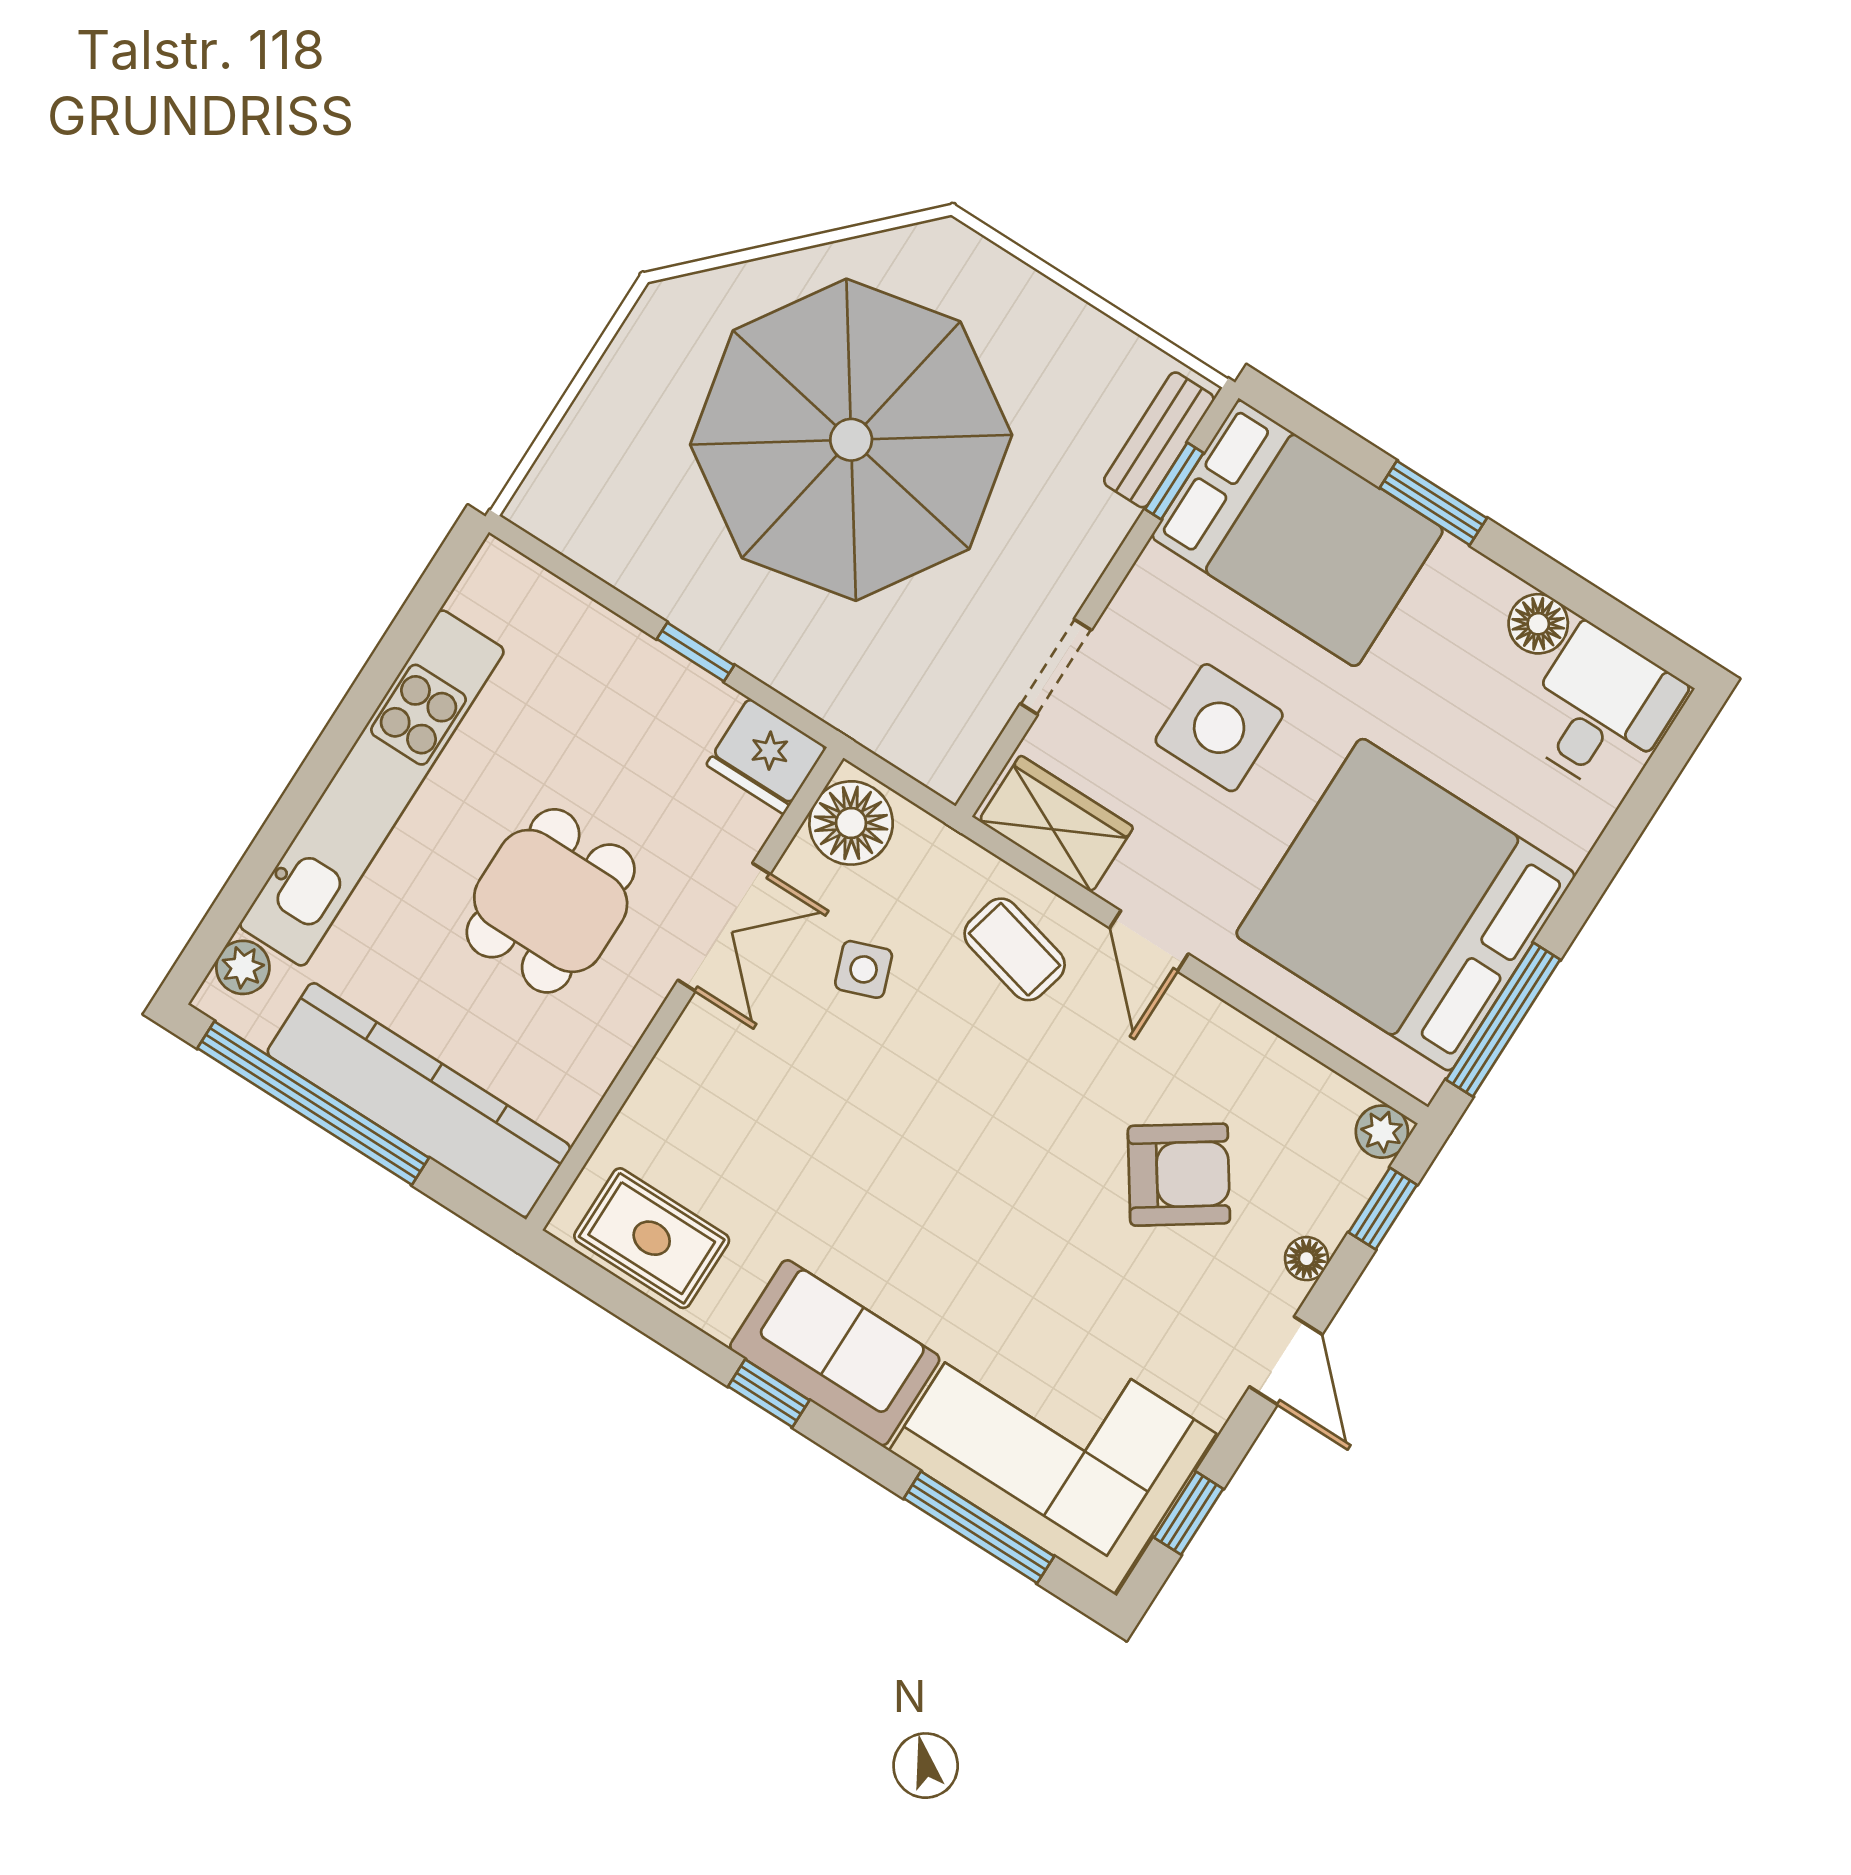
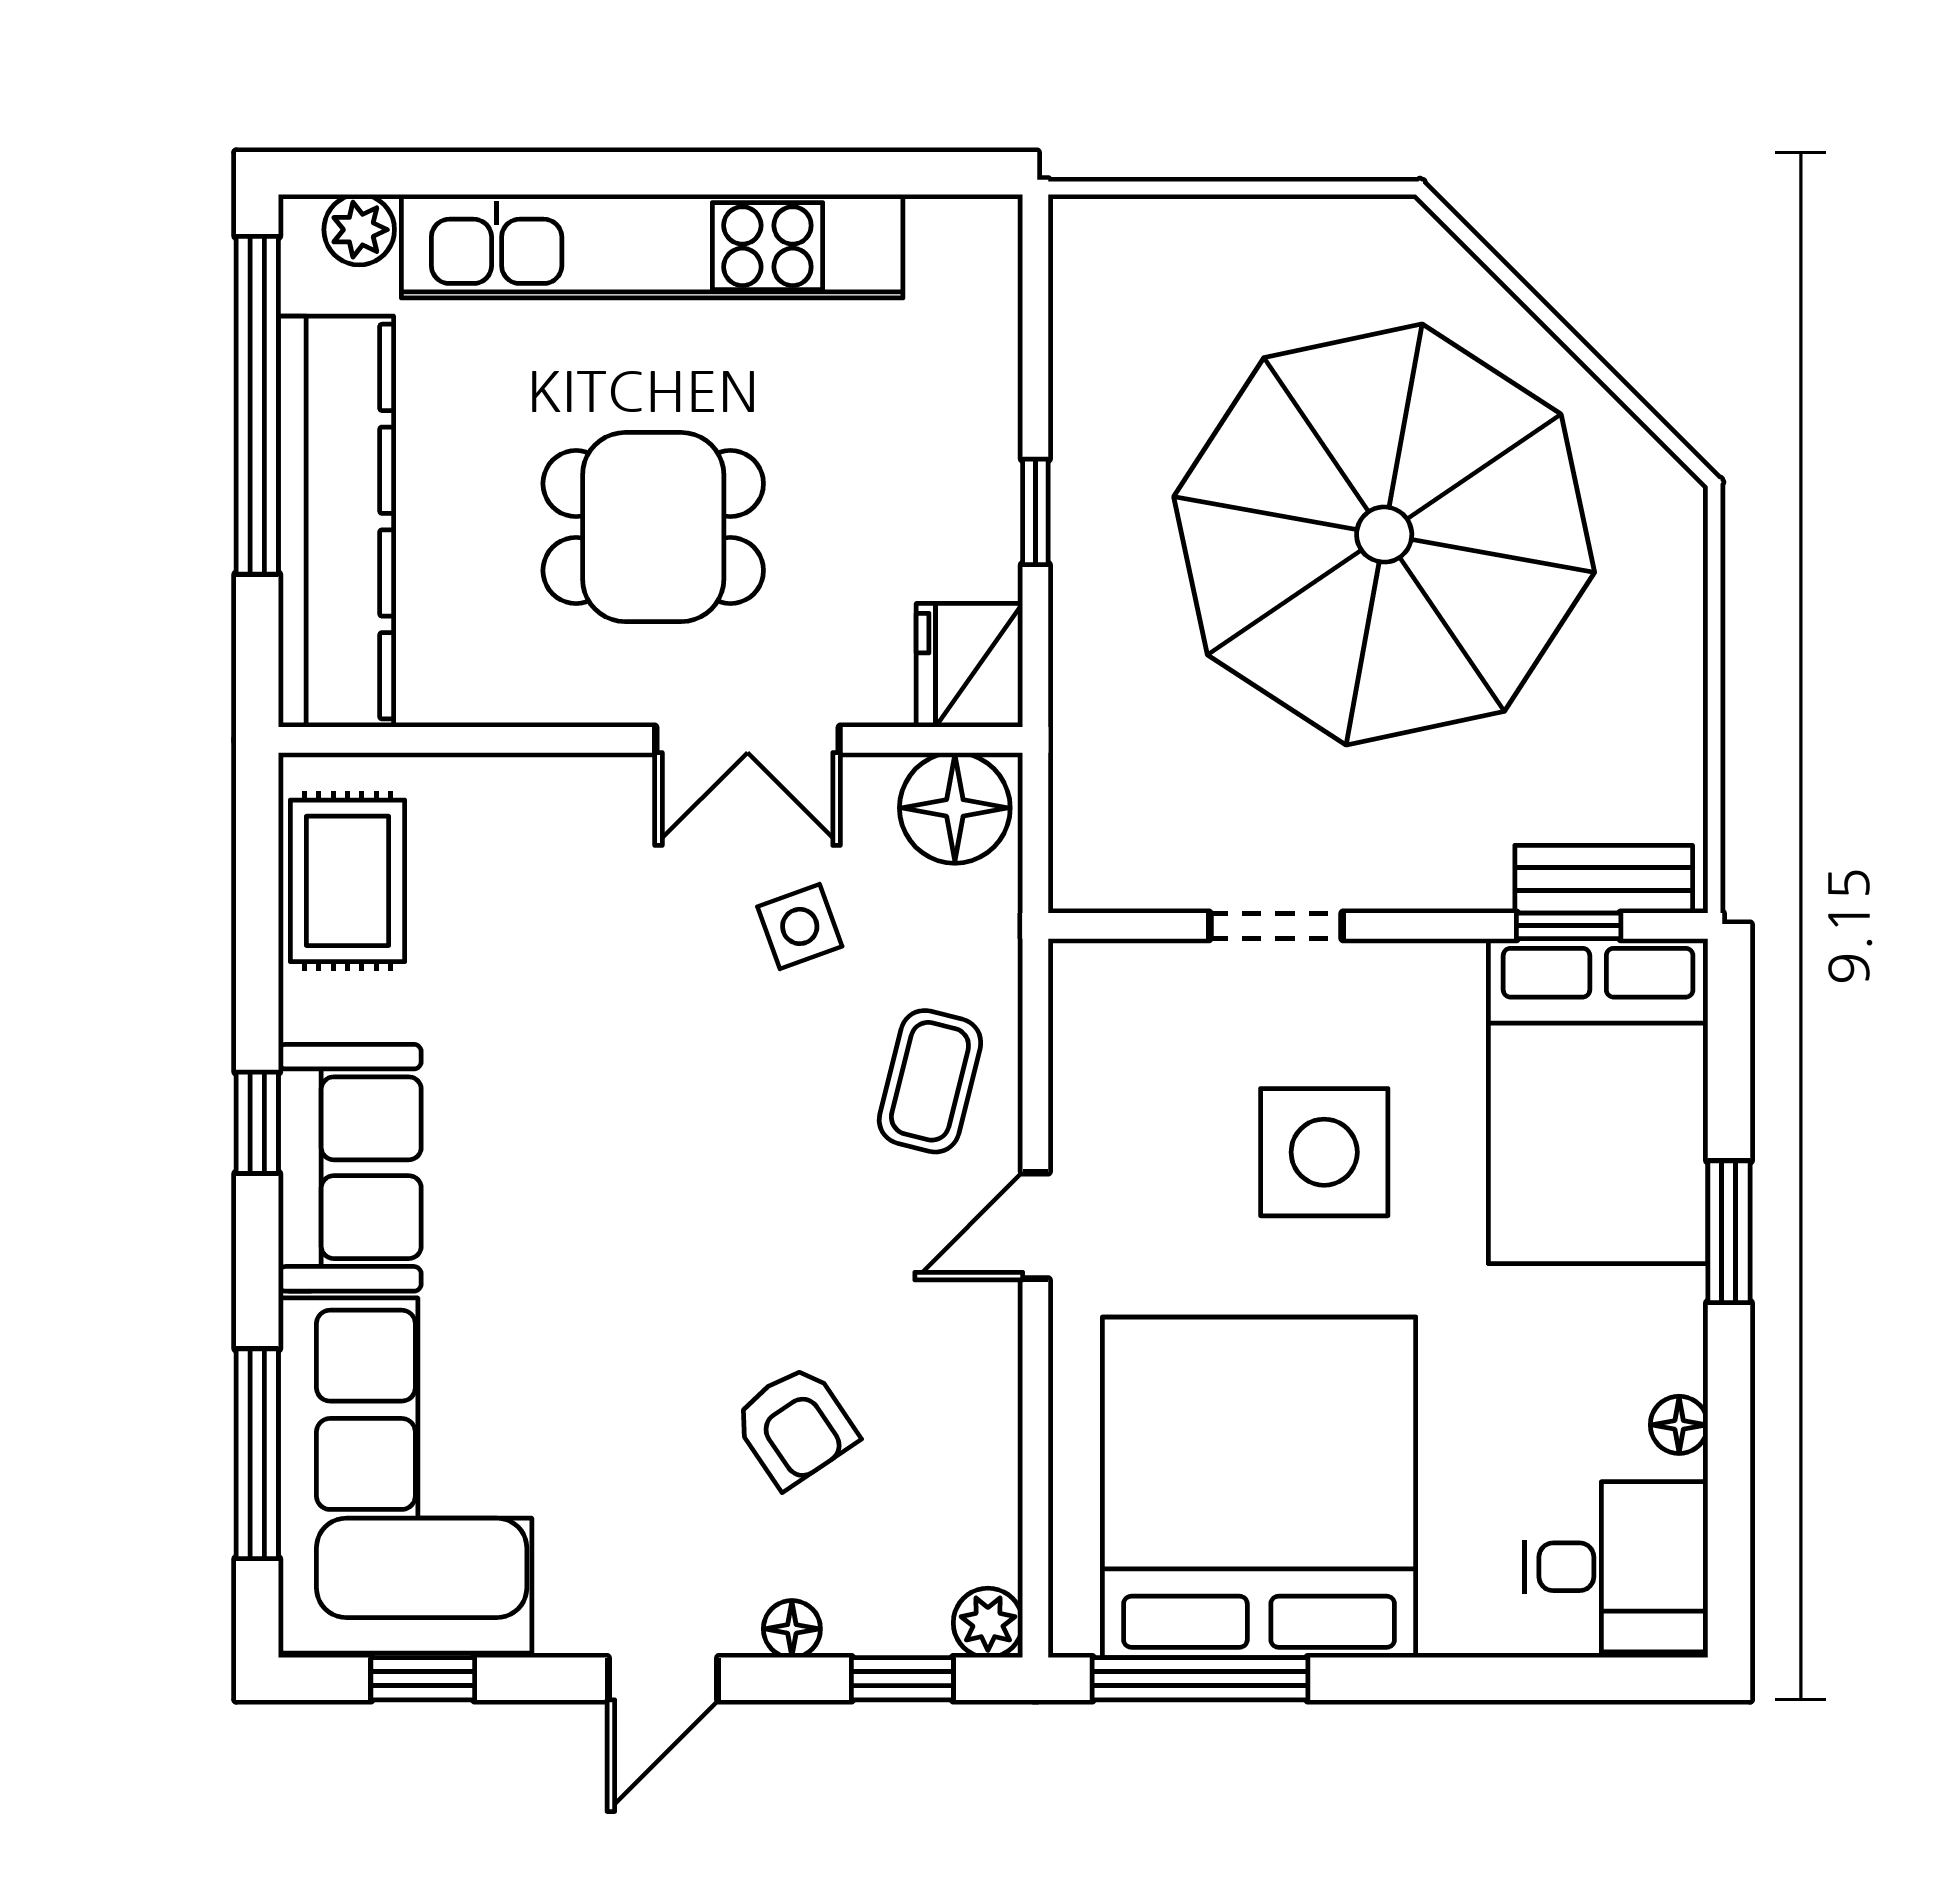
floor lamp: (1538, 624) -> (1679, 1425), width x0.73, depth x0.73
wardrobe: (1056, 824) -> (1100, 1038), removed
armchair: (1179, 1175) -> (795, 1426), width x0.72, depth x0.72

